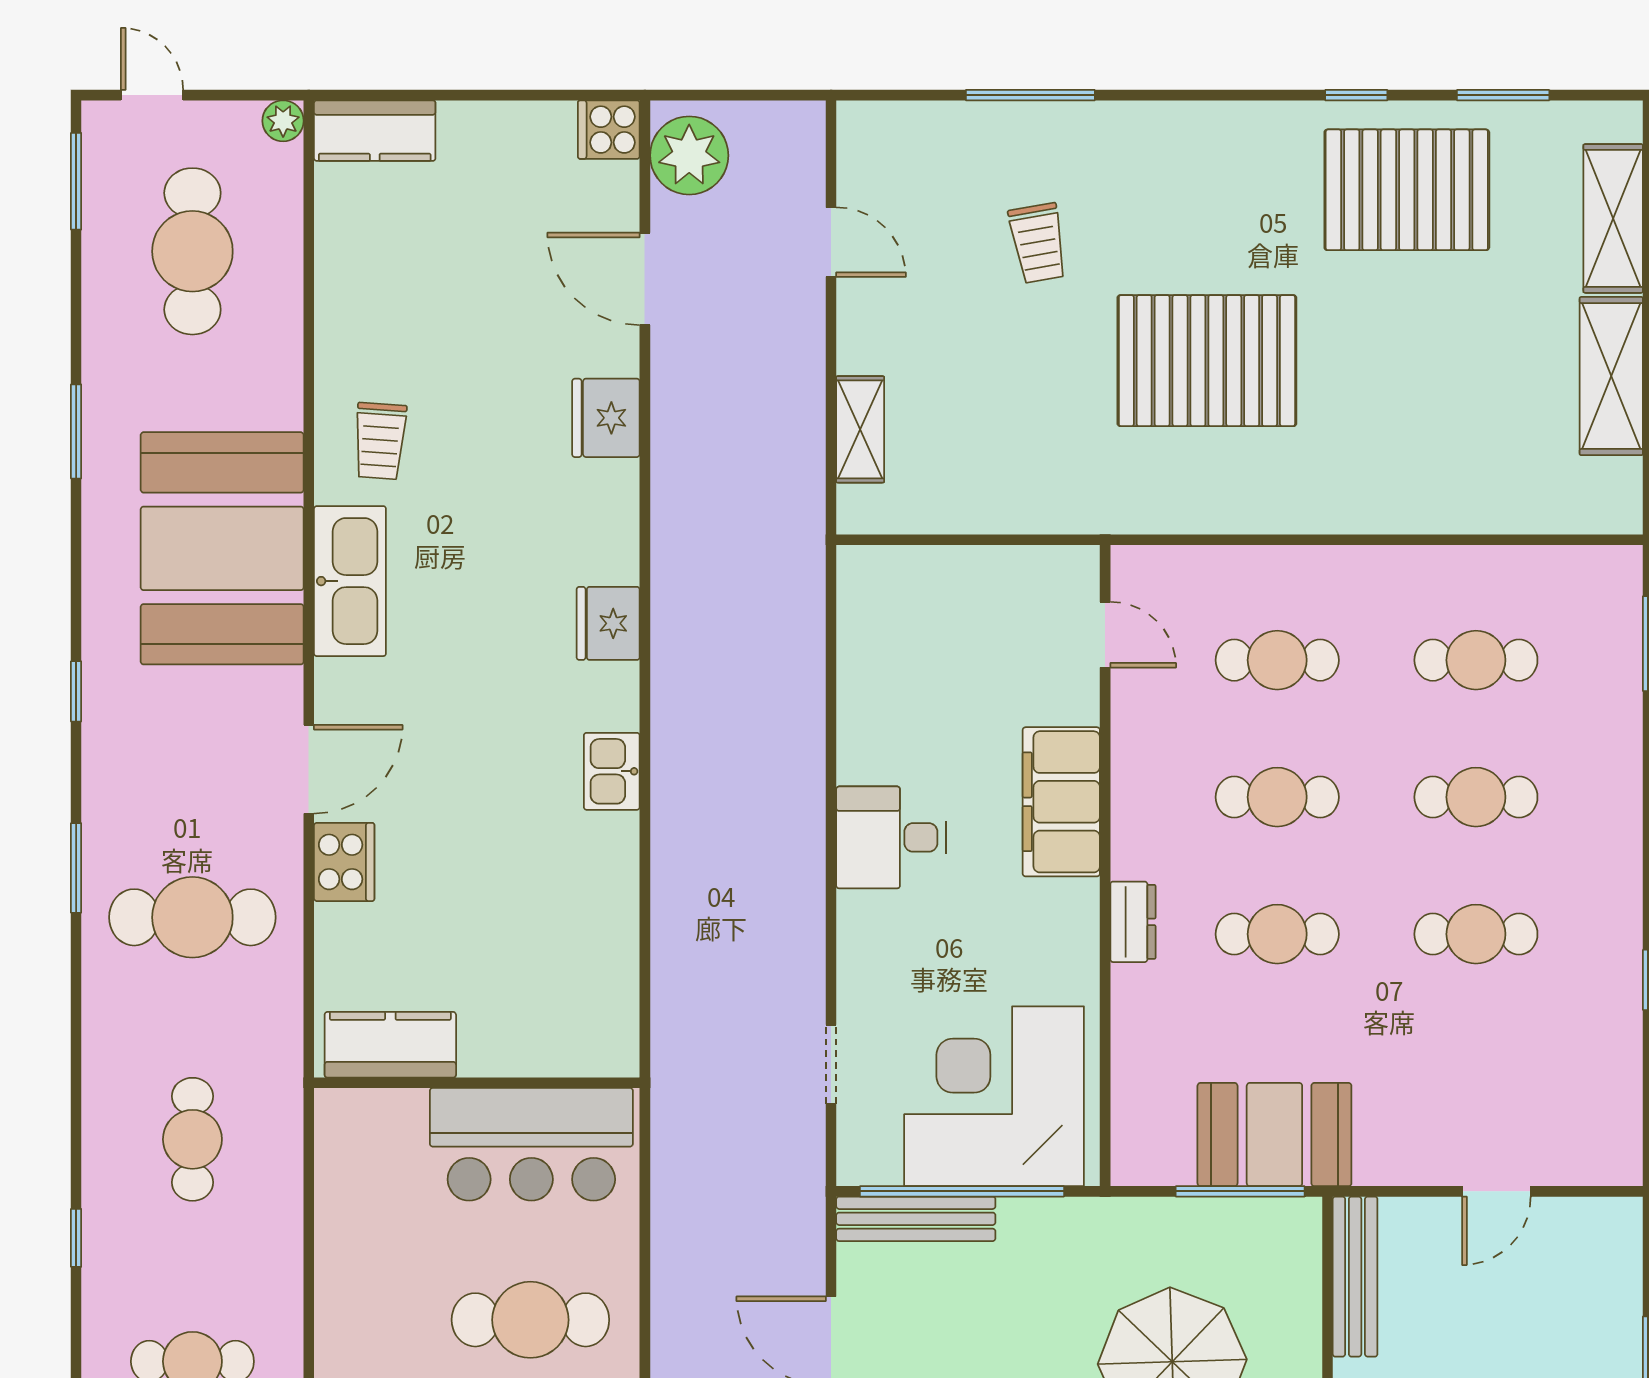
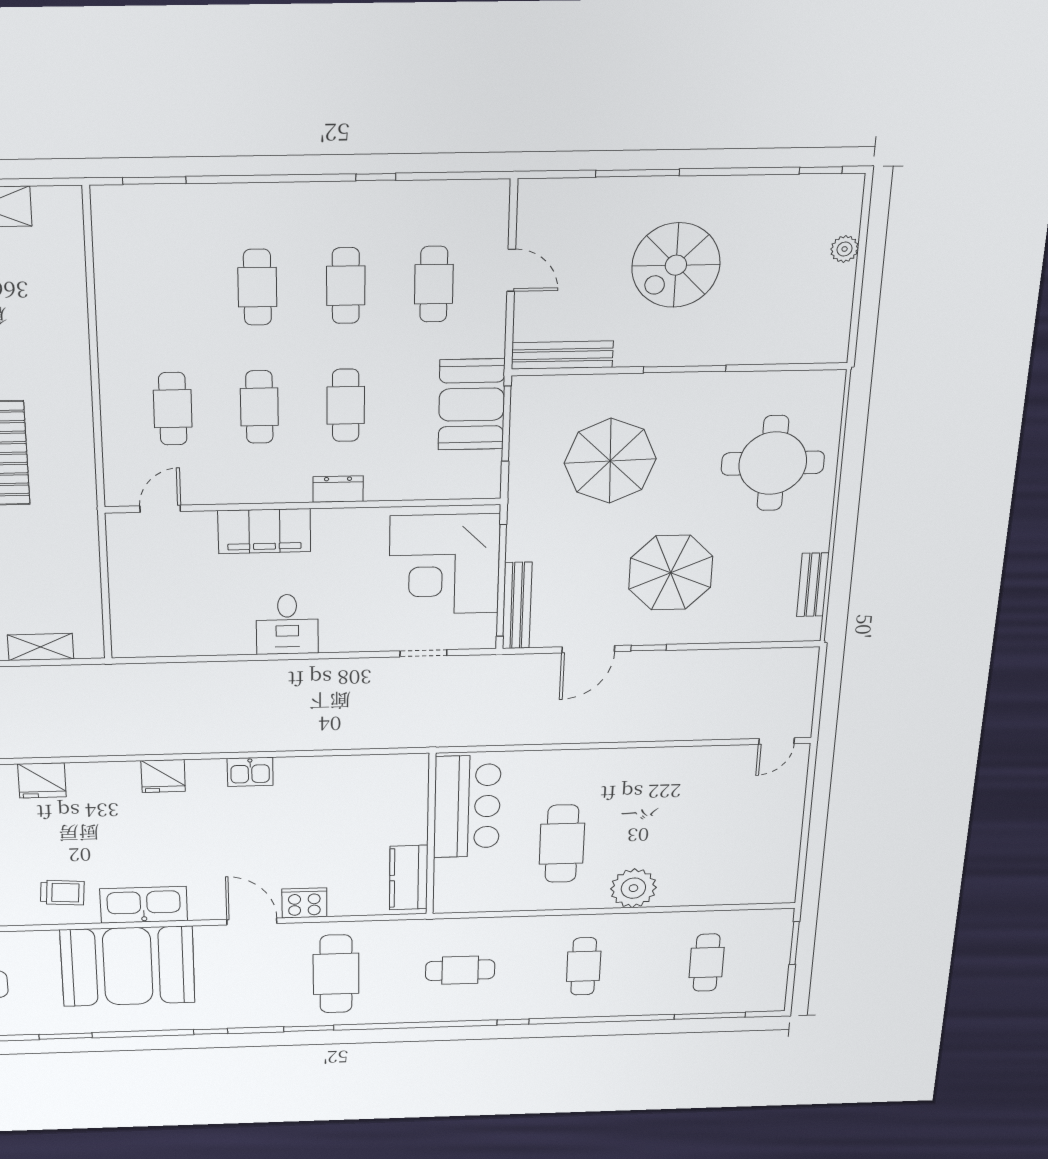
cafe table: (1476, 660) -> (434, 284), moved
cafe table: (530, 1320) -> (562, 844), moved

